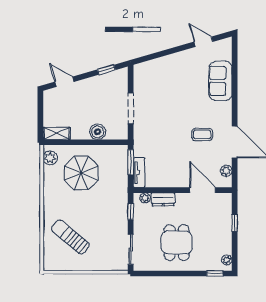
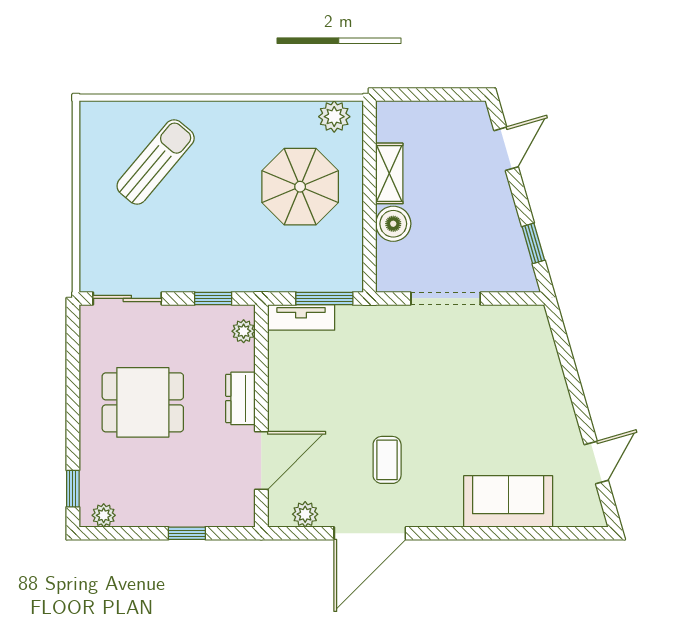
shelving: (57, 133) -> (389, 173), moved
dresser: (163, 199) -> (240, 398), moved

